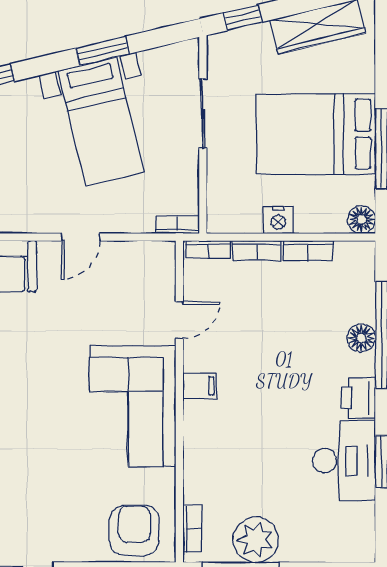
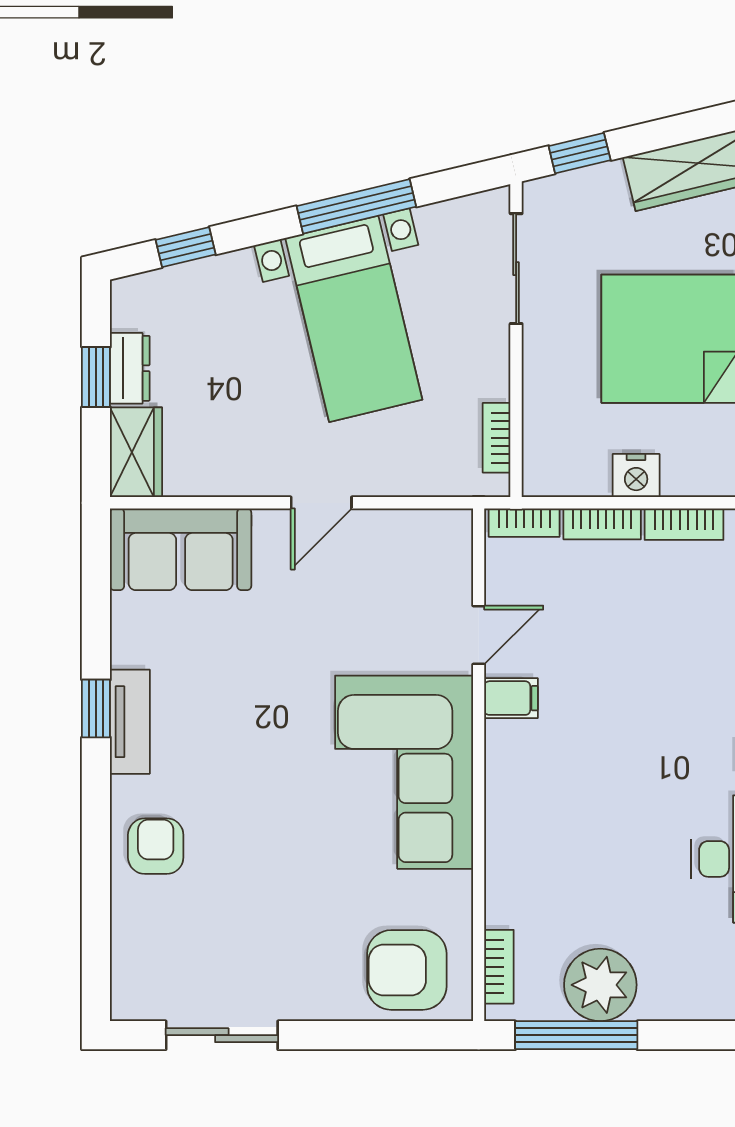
window: (103, 51) -> (356, 206), width x1.44
sliding door: (203, 114) -> (516, 269), moved
bookcase: (177, 225) -> (496, 438), moved, turned -90
filing cabinet: (200, 386) -> (511, 698), moved
armchair: (134, 530) -> (407, 970), turned -90

